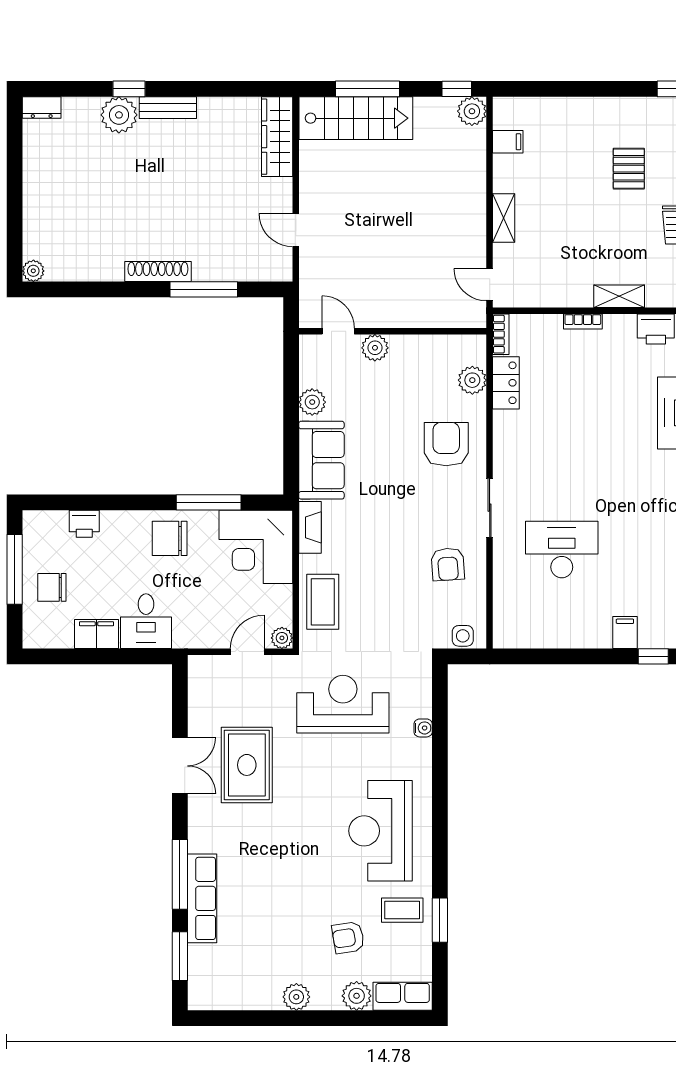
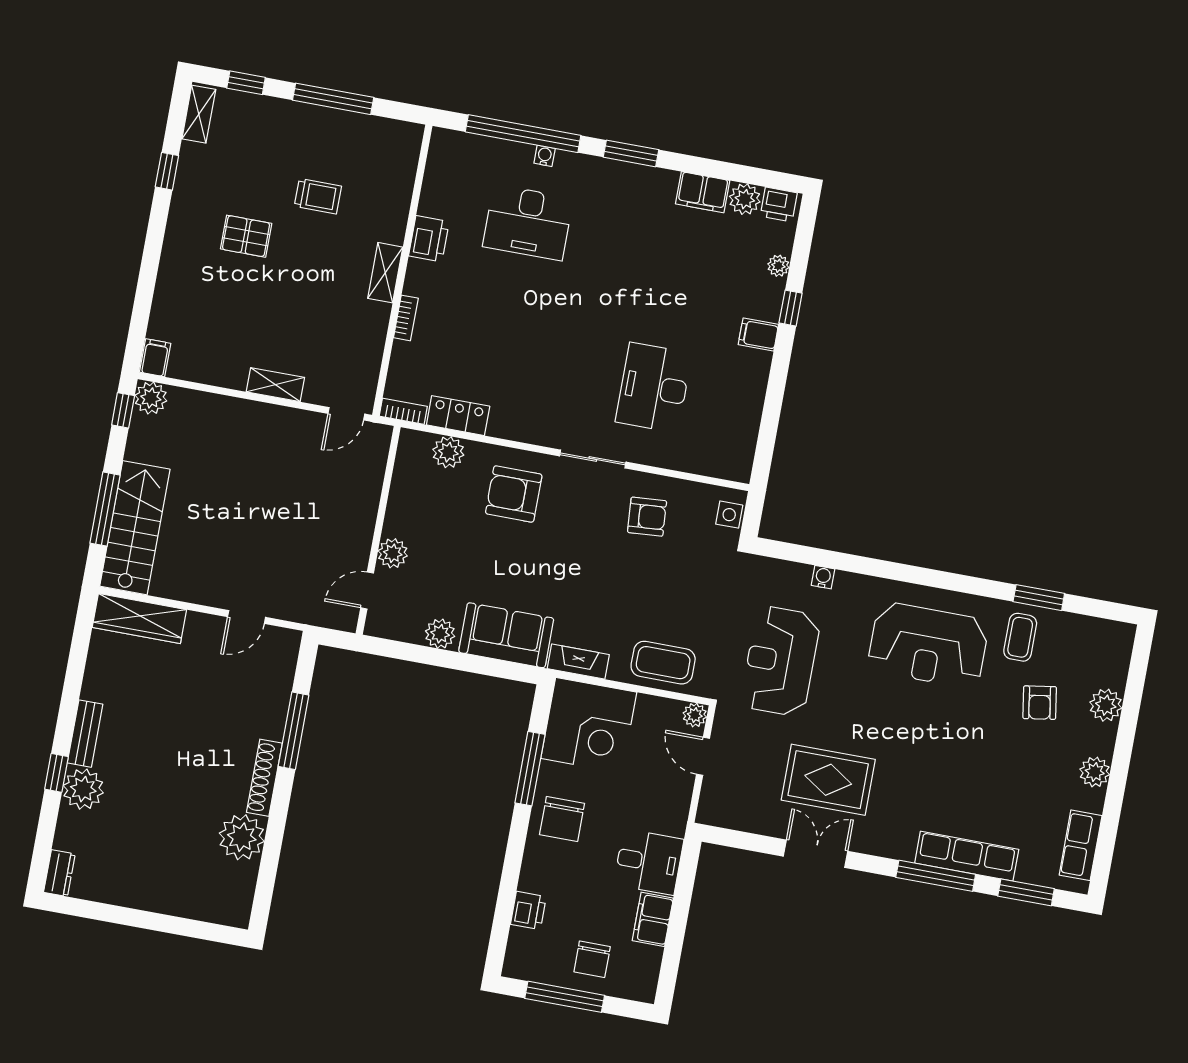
filing cabinet: (508, 142) -> (155, 358), moved
plant: (33, 271) -> (242, 837), moved, width x1.87, depth x1.87
row of seats: (403, 996) -> (1081, 845), moved

